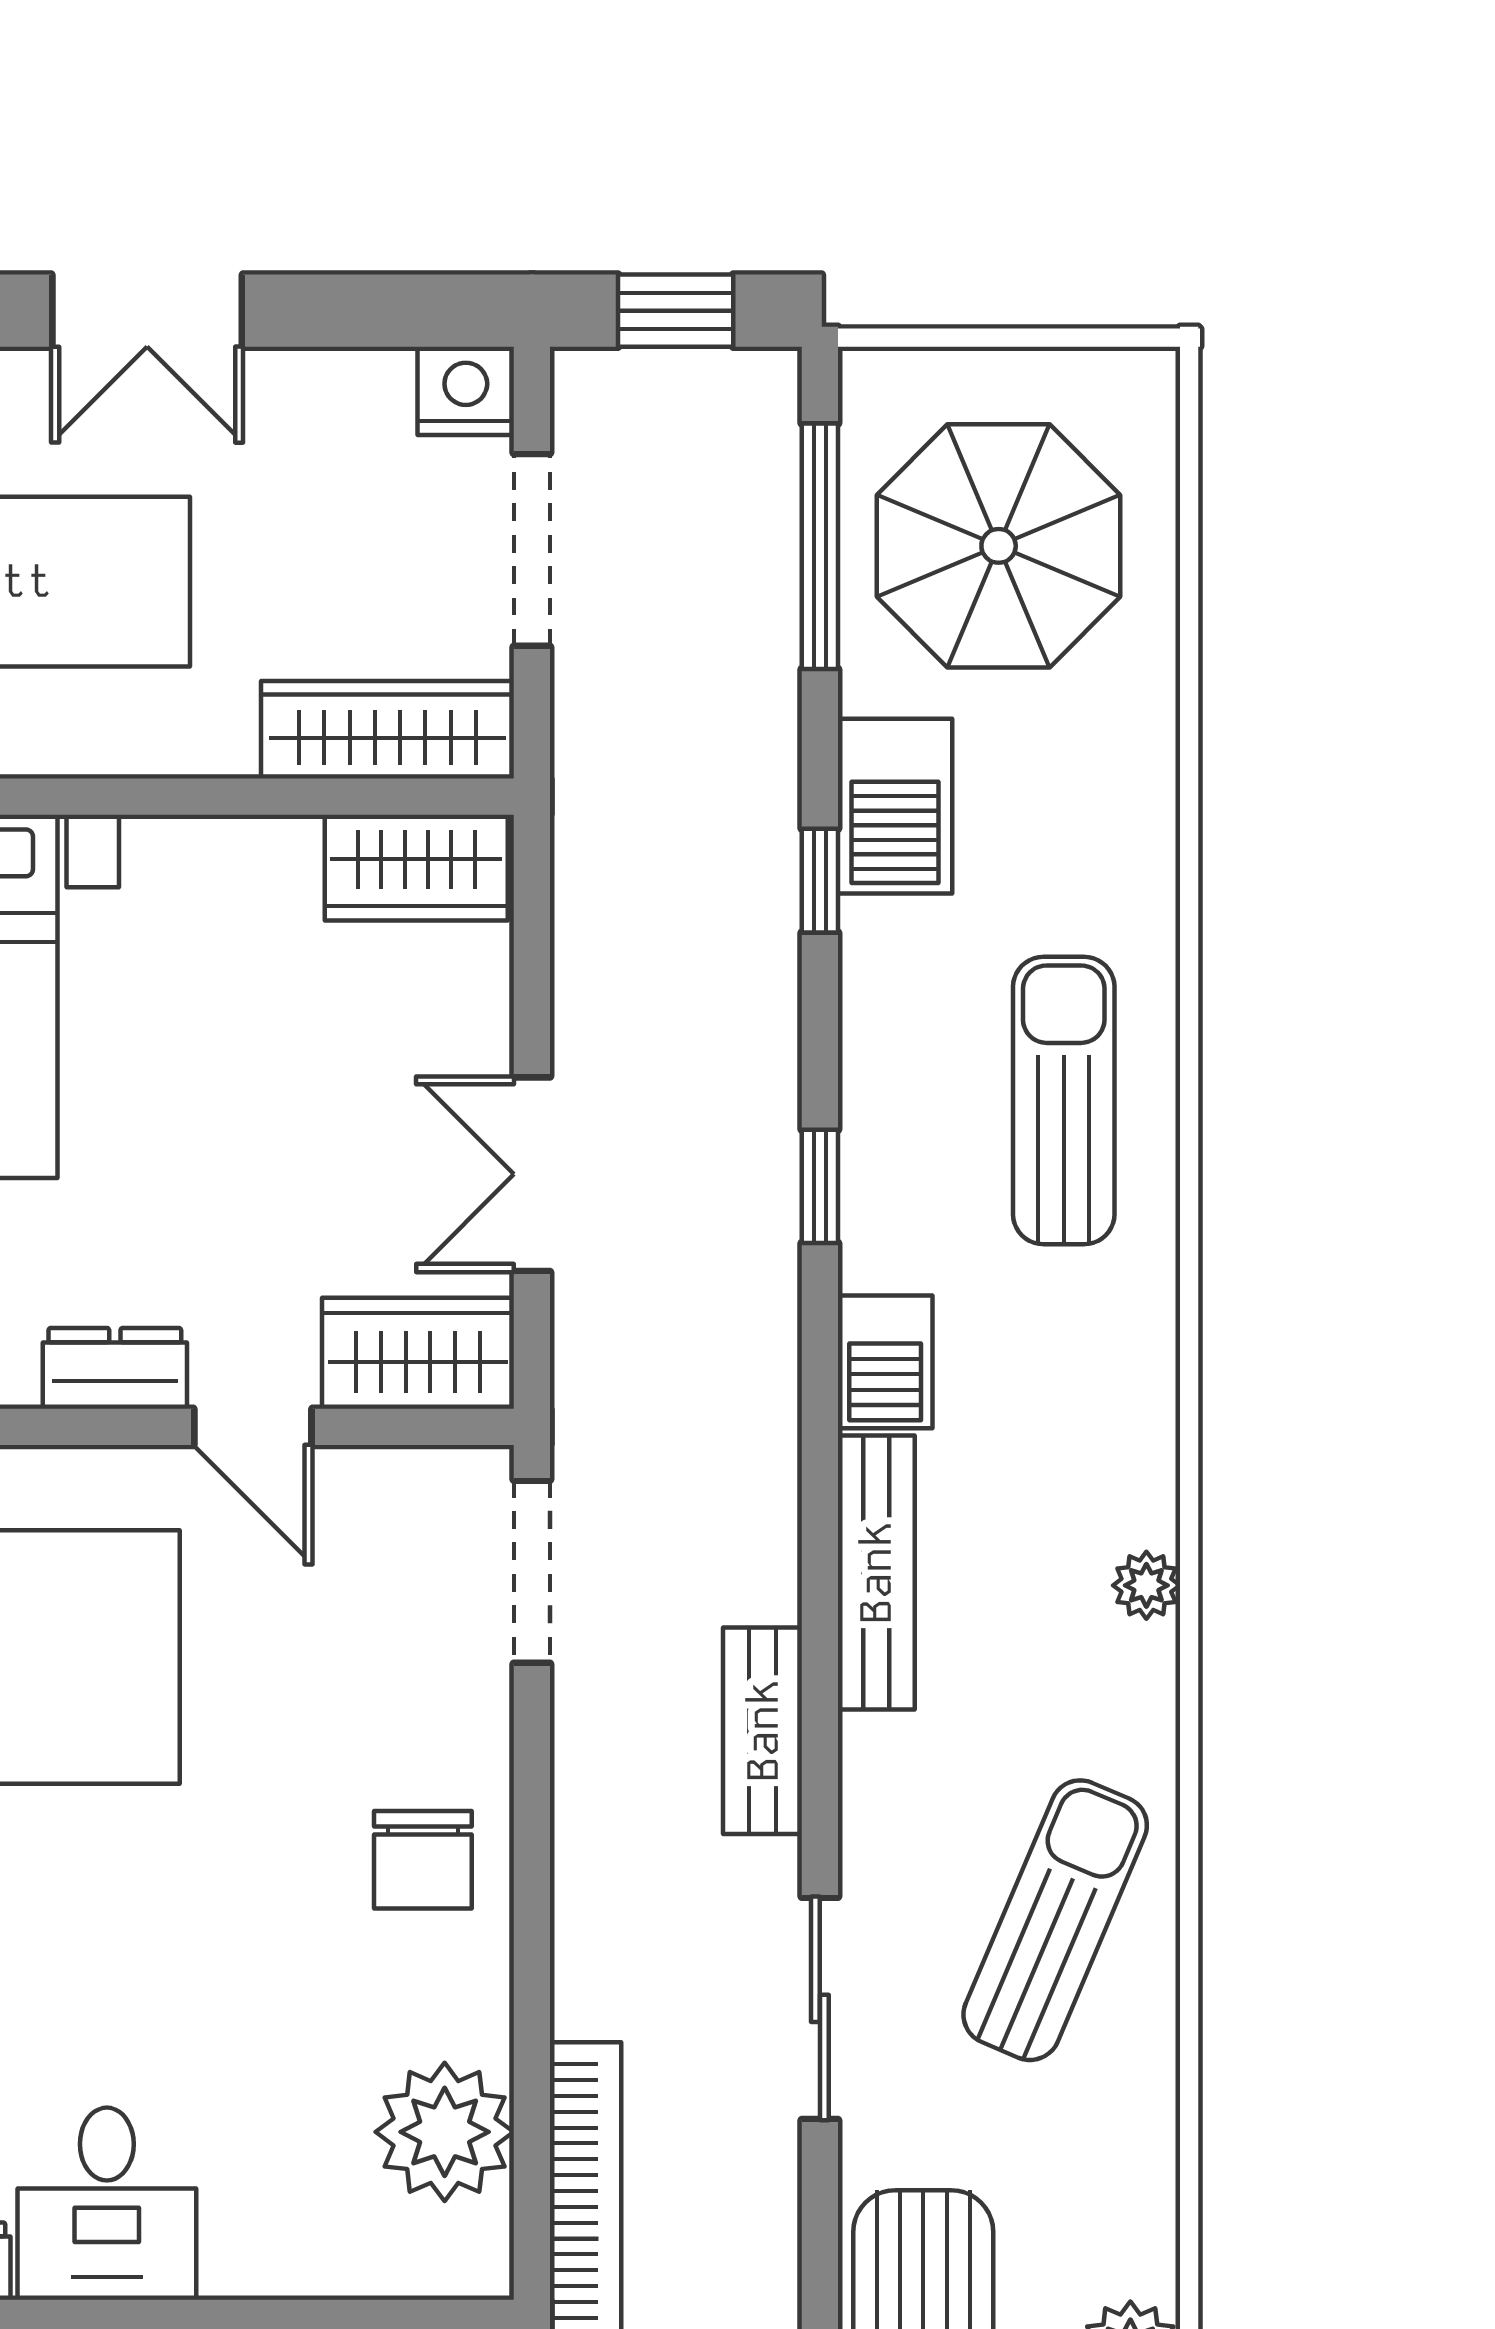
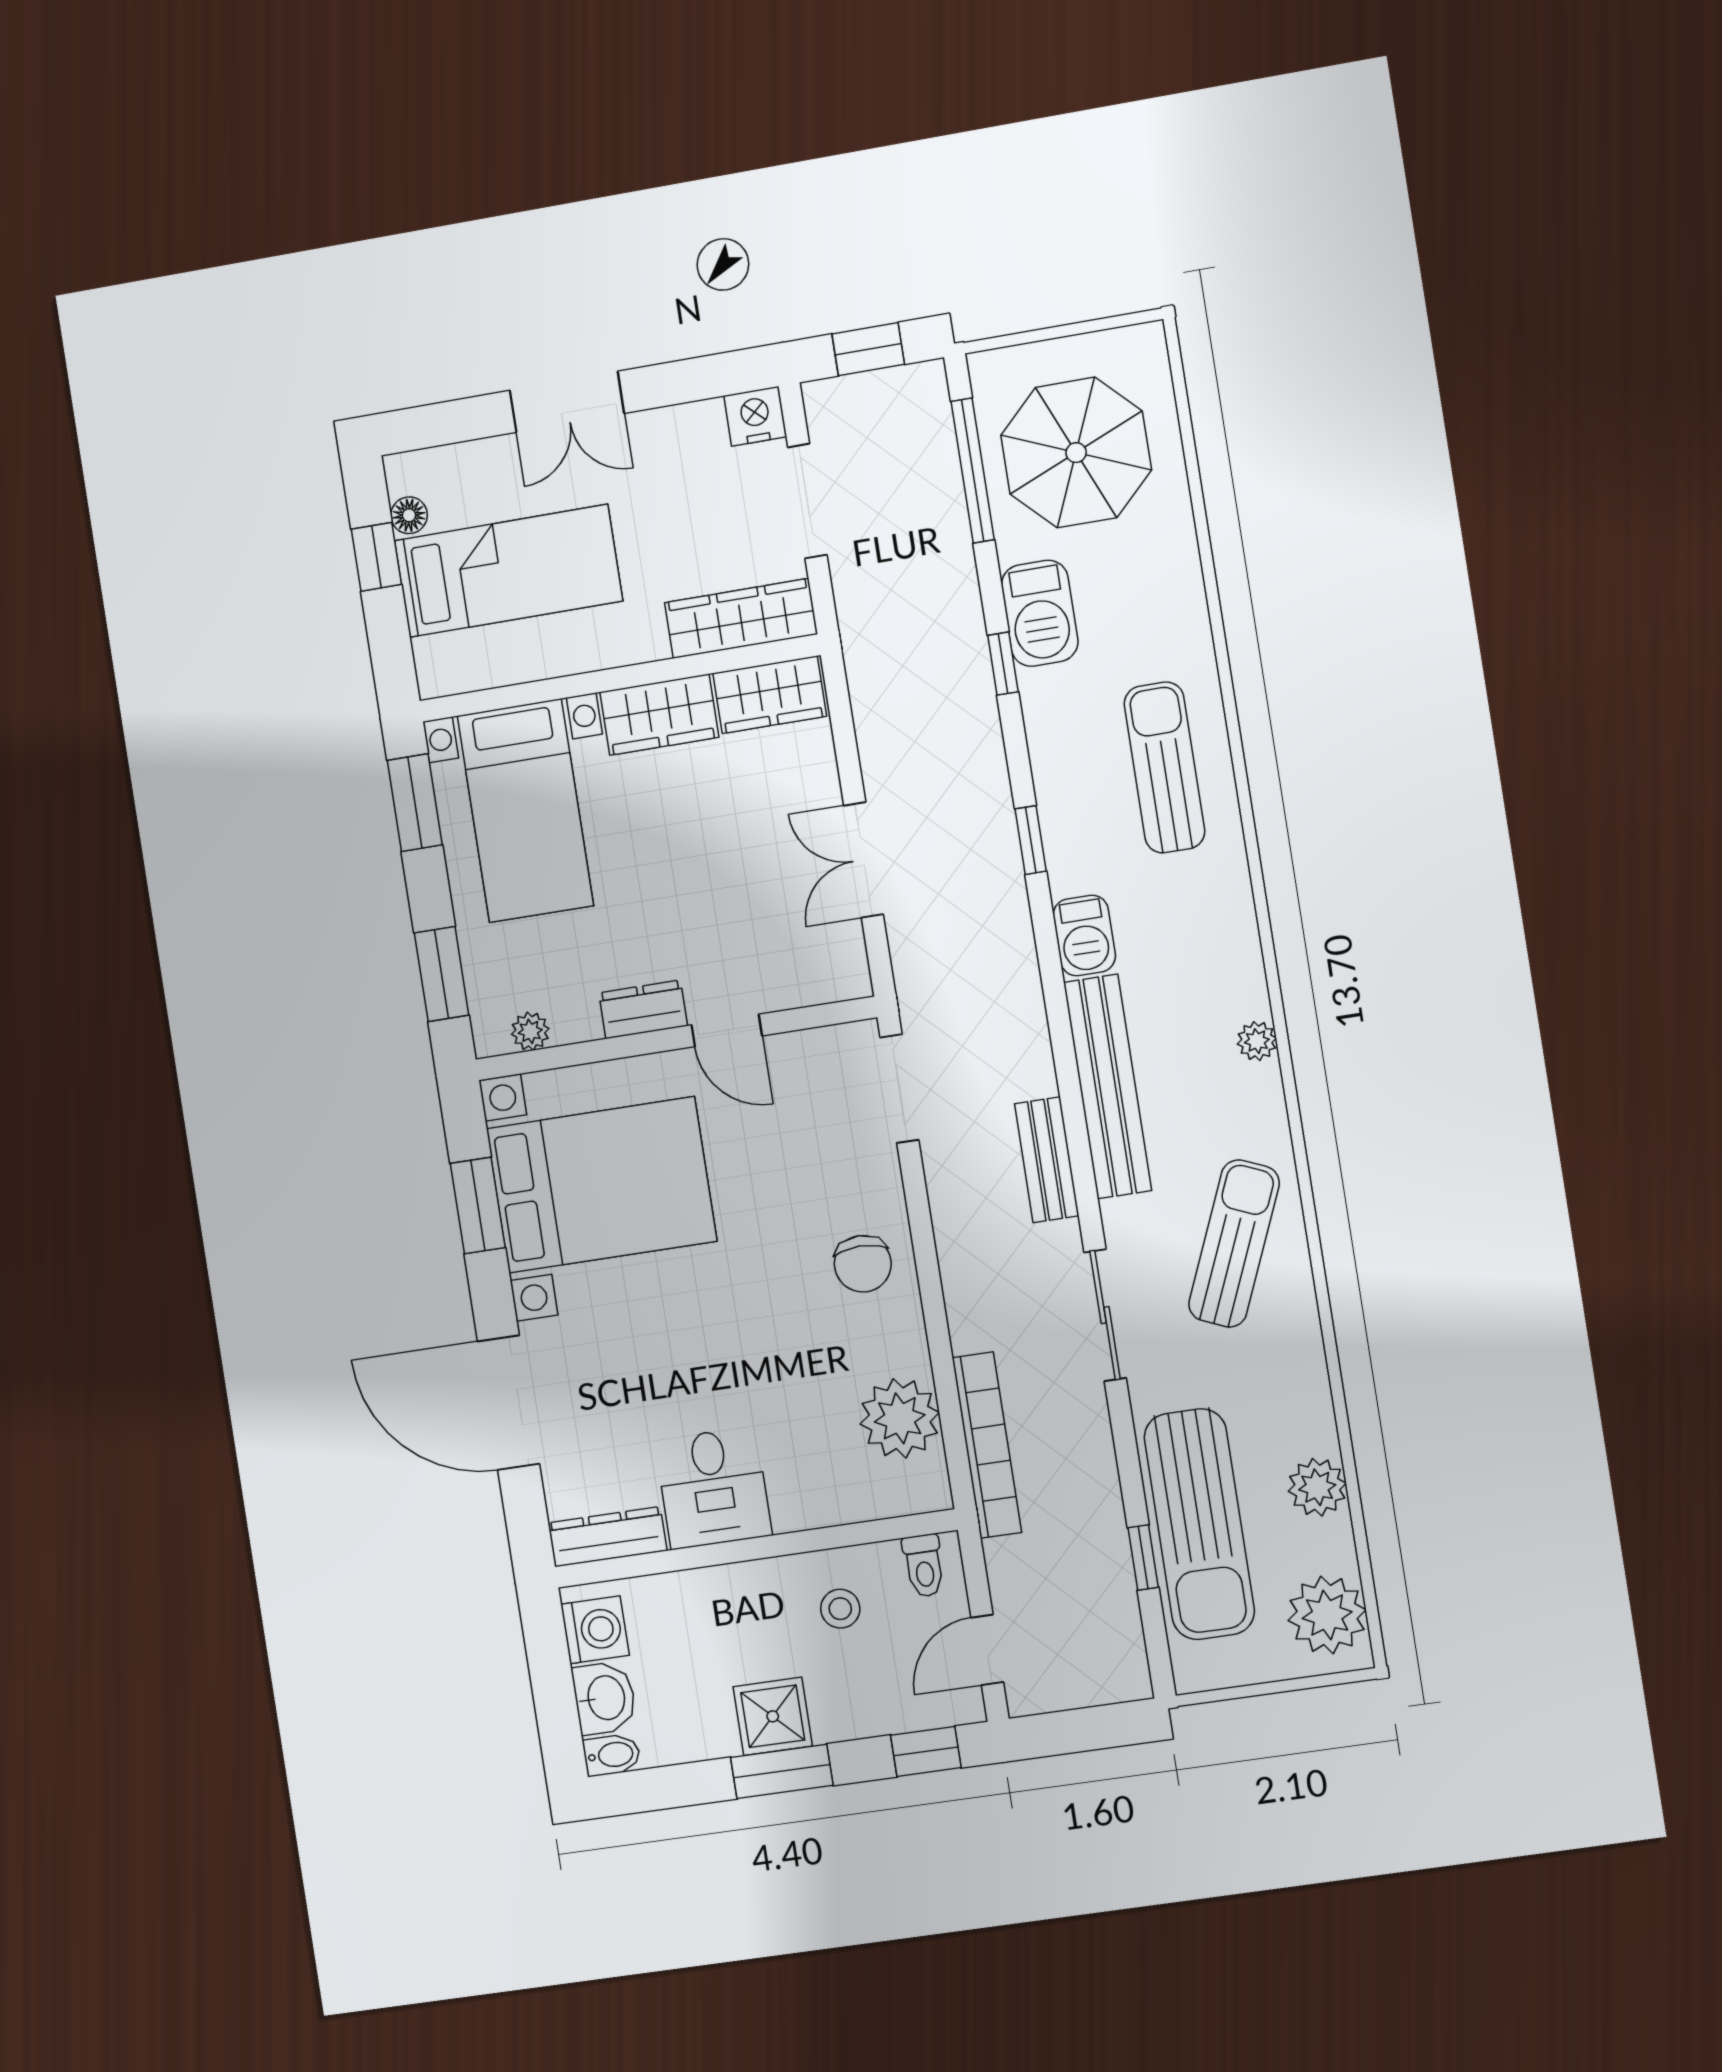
wardrobe: (418, 1353) -> (659, 715), moved, turned 180
bench: (876, 1573) -> (1108, 1086), width x1.37, depth x1.21

